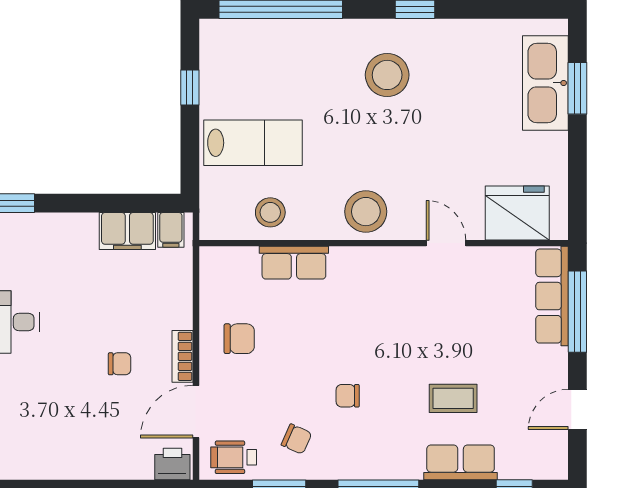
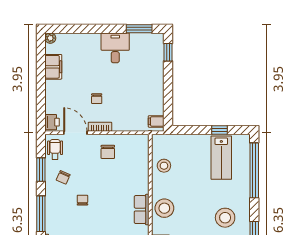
lab bench: (253, 143) -> (221, 158), moved
filing cabinet: (127, 231) -> (53, 67), moved, turned 180
row of seats: (294, 263) -> (142, 210), moved

